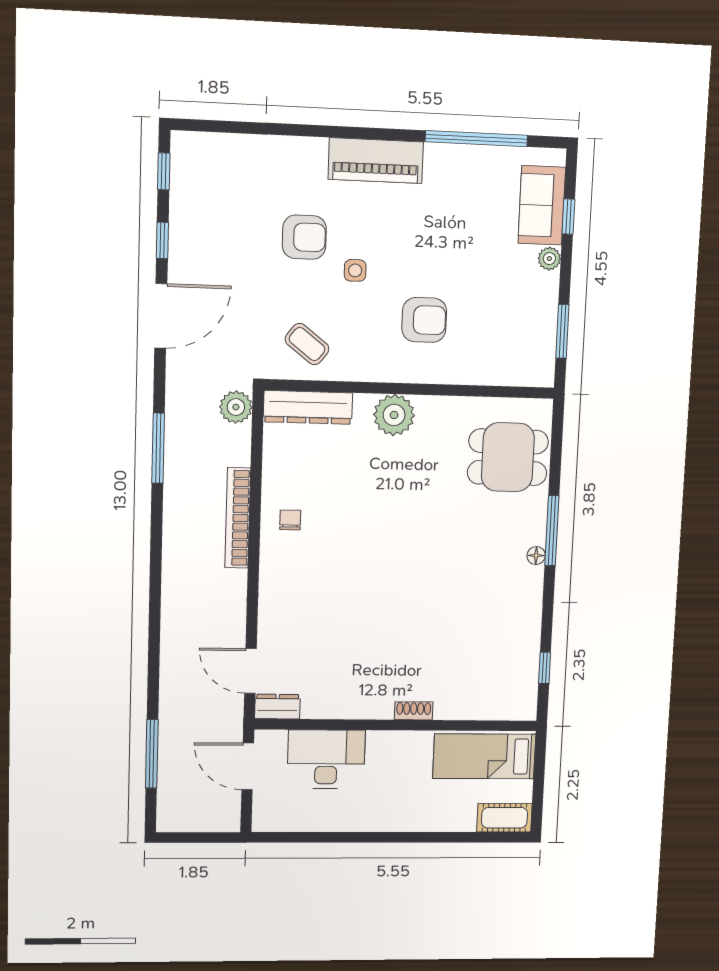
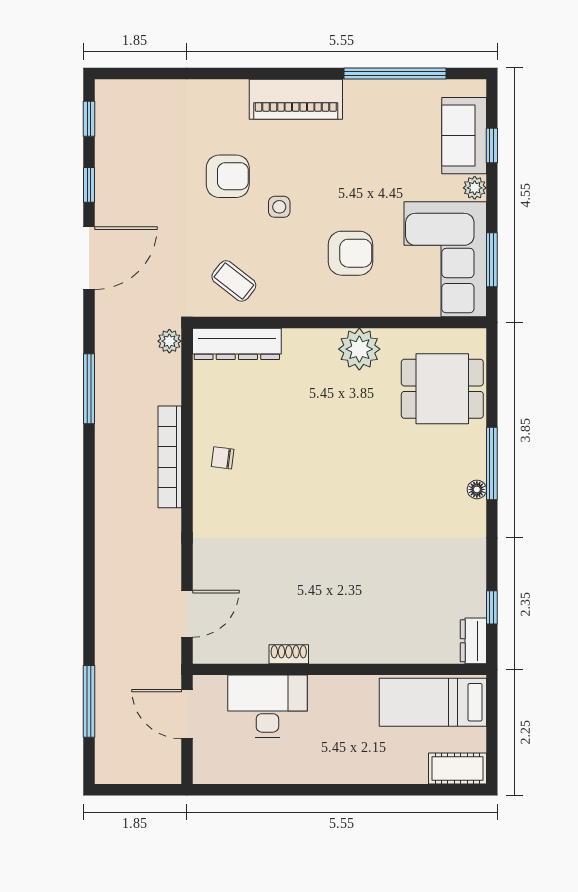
corner sofa: (517, 329) -> (445, 259), added
plant: (236, 407) -> (169, 341), width x0.73, depth x0.73
plant: (394, 415) -> (359, 349), moved
chair: (290, 520) -> (223, 458), turned -83
door: (250, 671) -> (187, 614), swing flipped
dresser: (277, 707) -> (473, 641), moved, turned -90
shoe rack: (414, 711) -> (289, 654), moved

